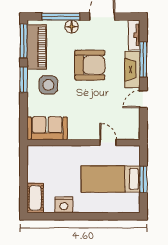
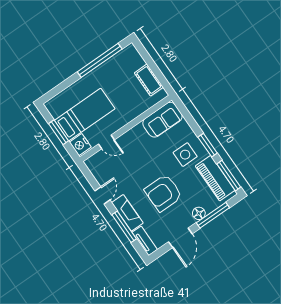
cot: (35, 198) -> (149, 80), moved
nightstand: (64, 205) -> (80, 145), moved, turned -90
window: (65, 216) -> (100, 60), added

